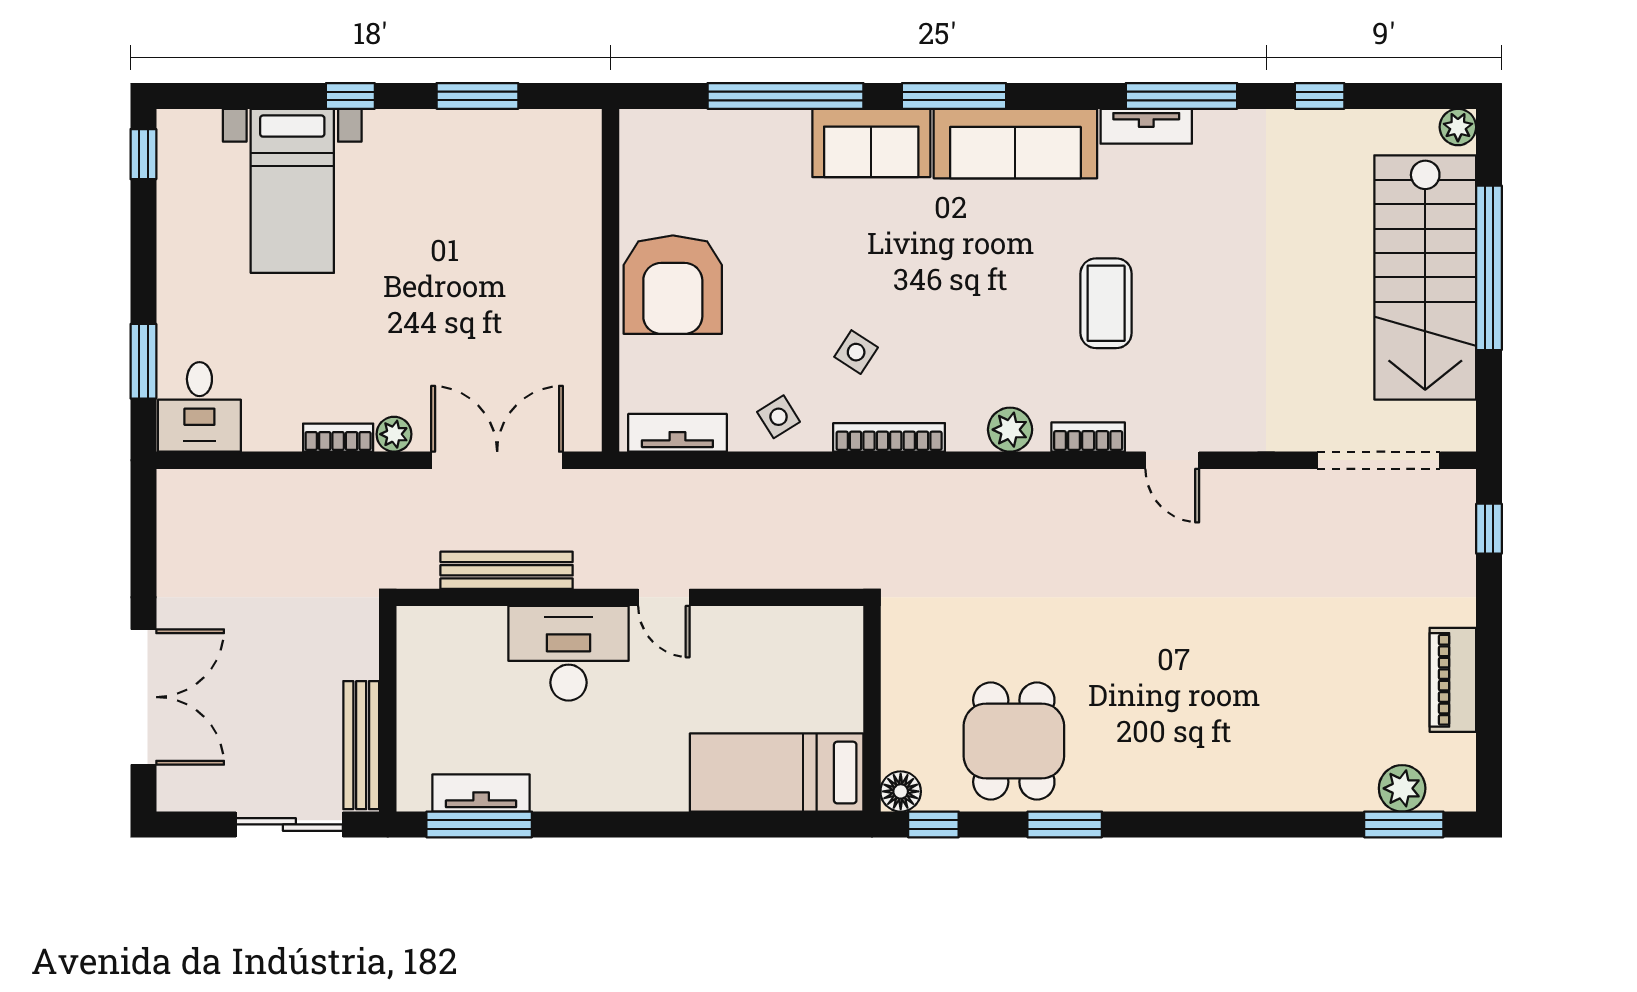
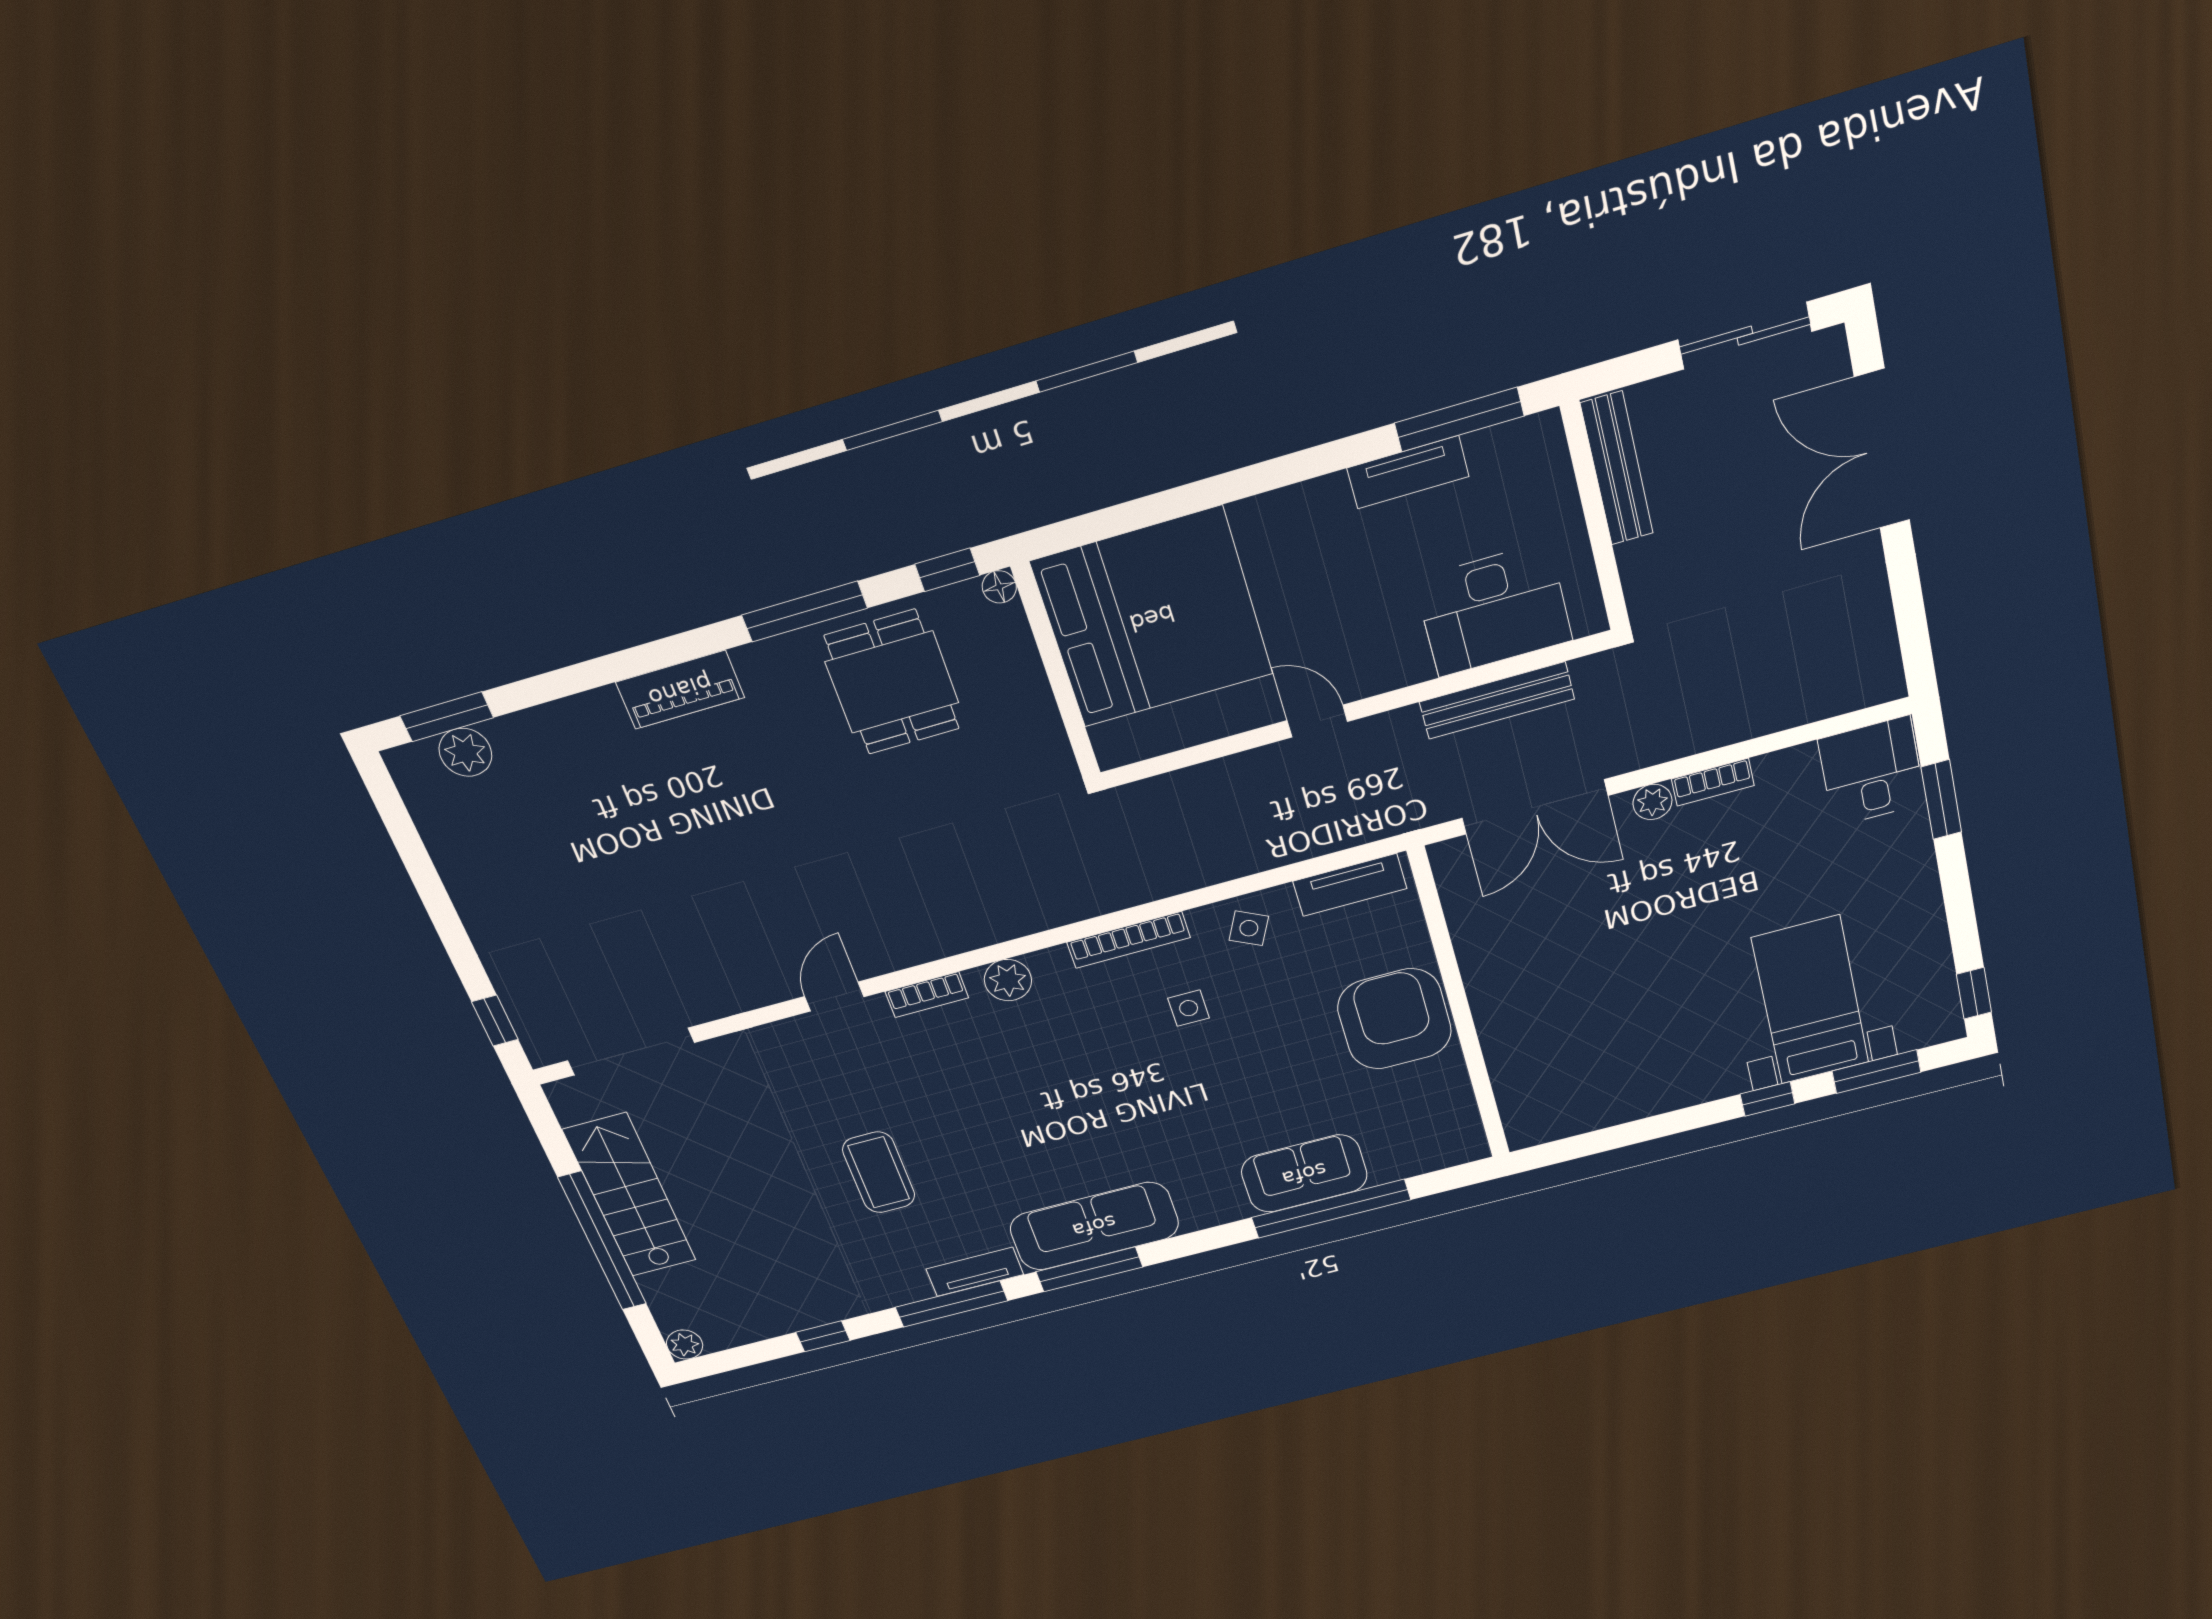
window: (477, 96) -> (1876, 1072), moved
window: (954, 96) -> (1089, 1269), moved
sofa: (871, 143) -> (1304, 1174), moved
stairs: (1425, 277) -> (630, 1195), width x0.73, depth x0.66
coffee table: (1106, 303) -> (879, 1172), moved
side table: (856, 352) -> (1189, 1008), turned -33
side table: (779, 417) -> (1249, 928), turned -31
door: (1172, 460) -> (834, 997), hinge flipped
desk: (569, 653) -> (1493, 610), moved
piano: (1453, 680) -> (680, 690), moved, turned 90
bed: (777, 773) -> (1152, 618), width x2.04
floor lamp: (901, 791) -> (999, 587), width x0.73, depth x0.73
tv unit: (481, 793) -> (1408, 472), moved
sliding door: (289, 824) -> (1745, 336), moved
window: (1065, 824) -> (805, 612), width x1.44

